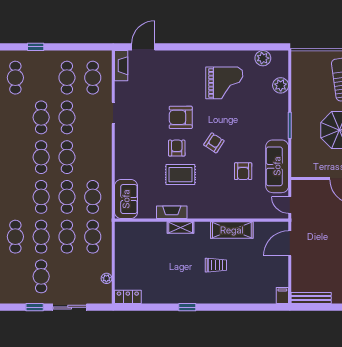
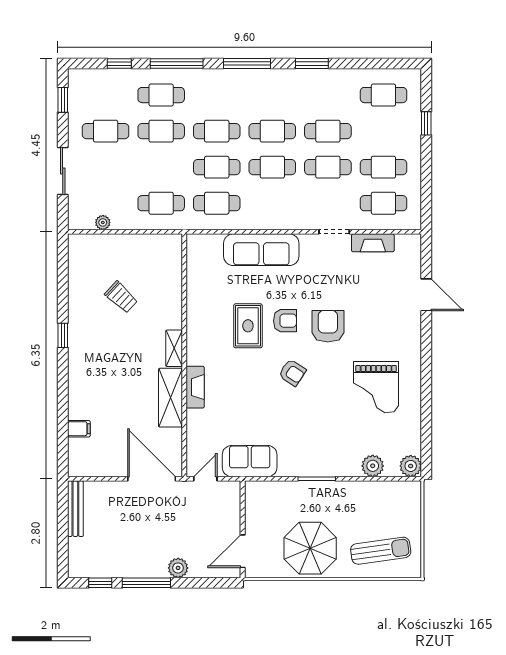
door: (143, 47) -> (426, 295), moved
plant: (263, 58) -> (411, 466), moved
fireplace: (121, 66) -> (373, 243), moved
sofa: (277, 166) -> (250, 461), width x0.73
armchair: (243, 171) -> (253, 413), removed
sofa: (126, 199) -> (261, 250), moved, width x1.36
fireplace: (172, 212) -> (195, 387), moved
shelving: (181, 227) -> (174, 348), moved
cafe table: (67, 237) -> (161, 167), removed
door: (290, 243) -> (152, 479), width x1.36
trolley: (216, 265) -> (121, 297), moved, turned -47
filing cabinet: (282, 296) -> (79, 429), moved
locker: (128, 297) -> (77, 252), removed
window: (35, 307) -> (63, 100), moved

